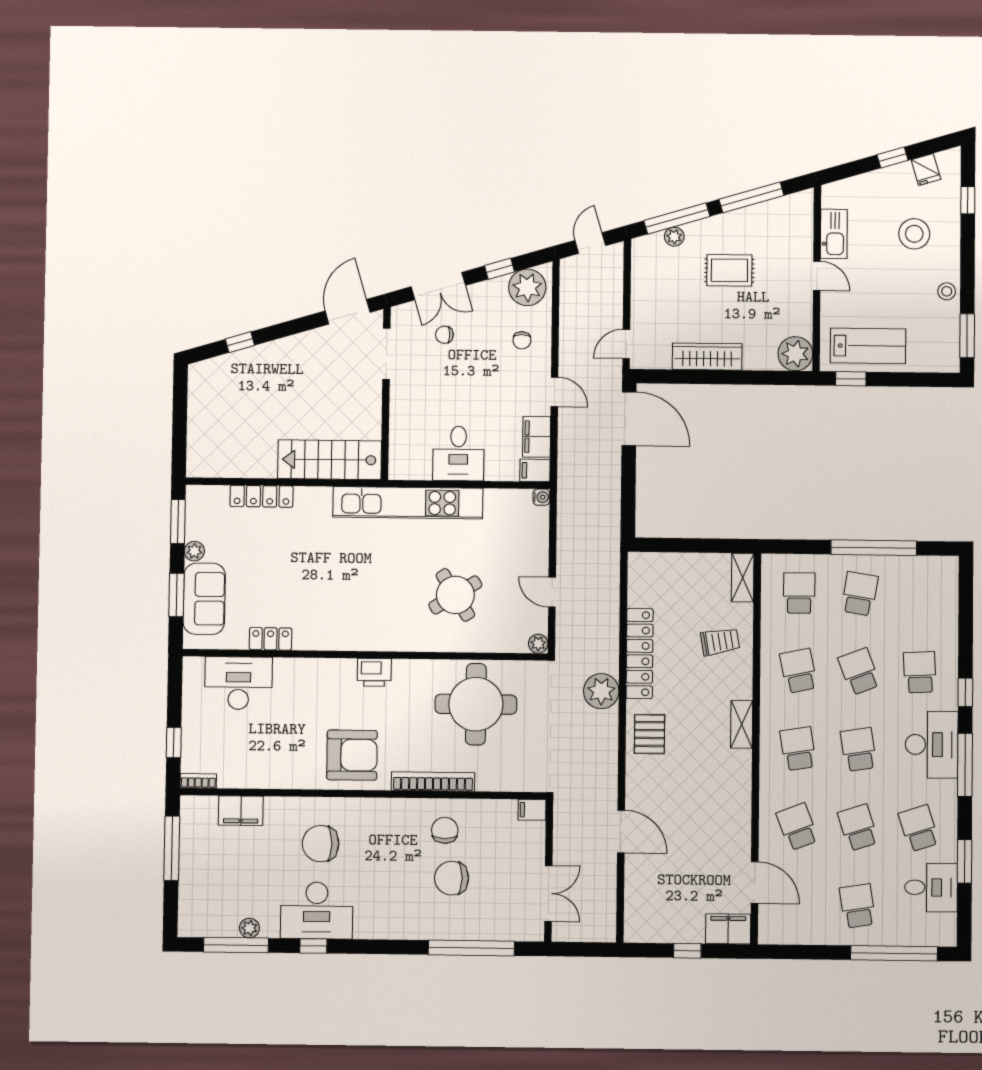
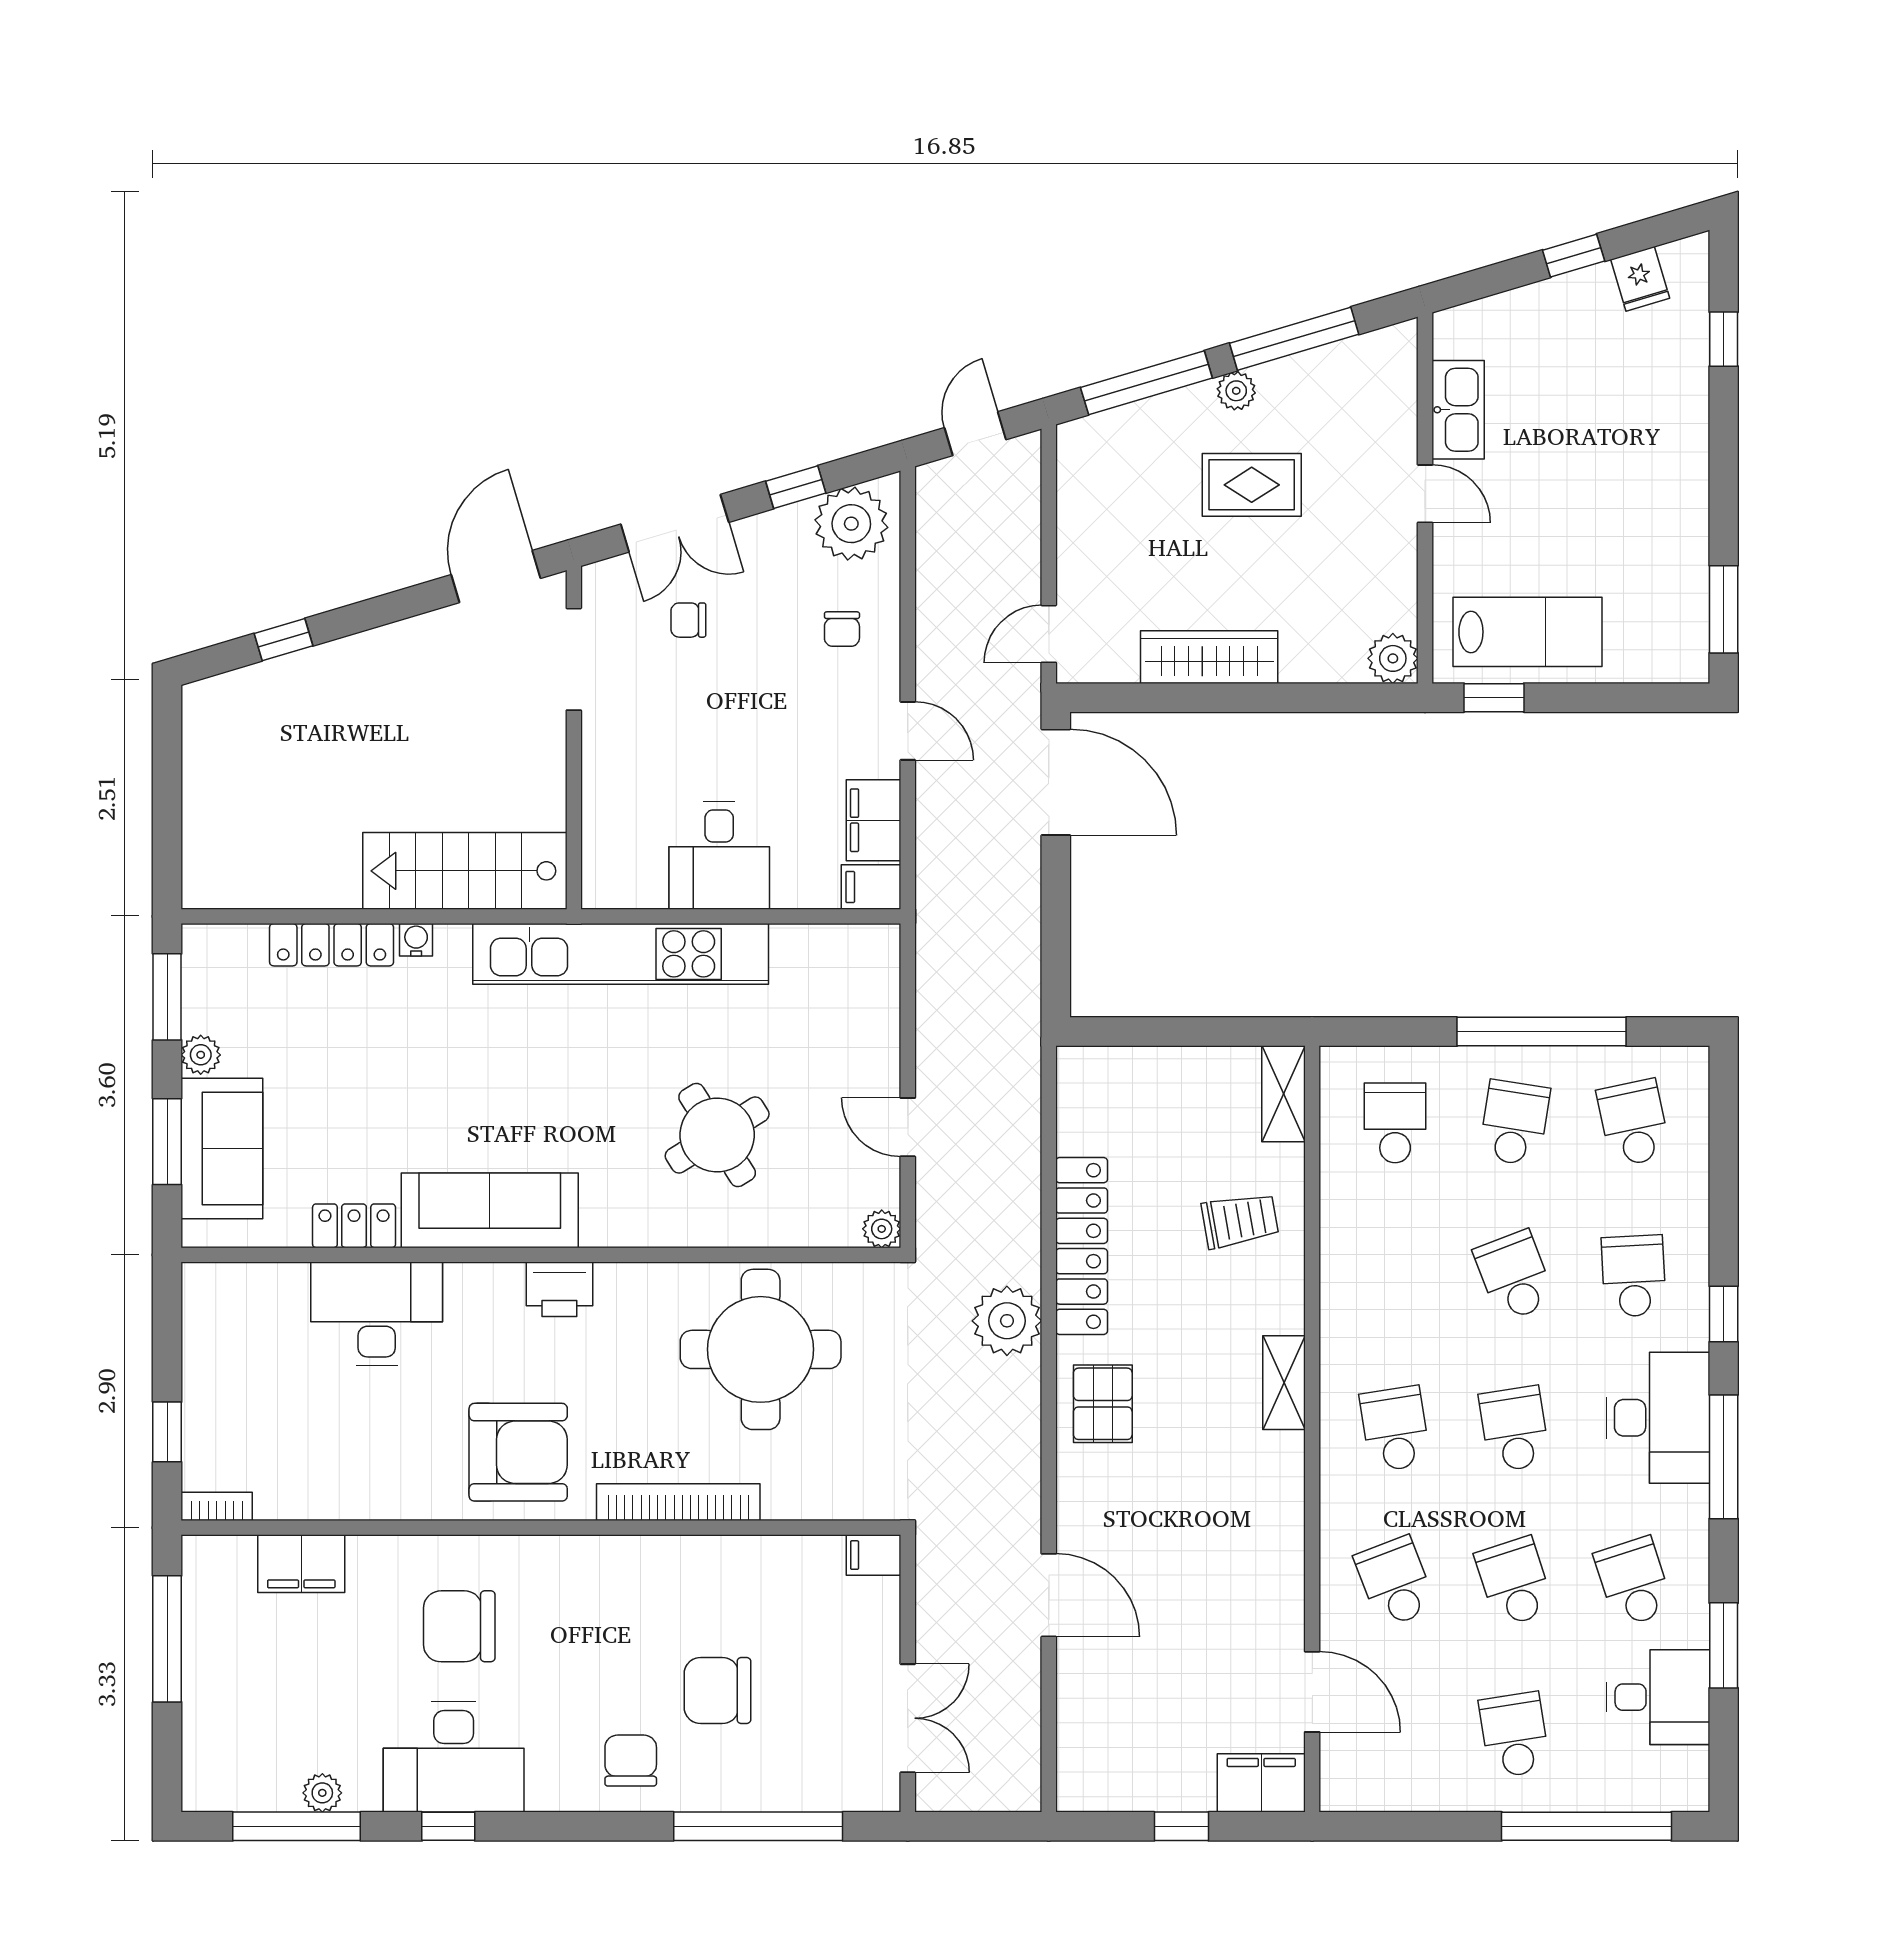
stool: (914, 234) -> (1618, 408), removed
plant: (674, 237) -> (1236, 391), moved
stool: (947, 291) -> (1683, 521), removed
plant: (795, 354) -> (1393, 658), width x0.73, depth x0.73
water cooler: (541, 497) -> (416, 940), moved, turned -90
sofa: (339, 632) -> (490, 1210), added
school desk: (799, 671) -> (1634, 1123), moved
desk: (238, 683) -> (377, 1314), moved
chair: (445, 830) -> (631, 1761), moved

